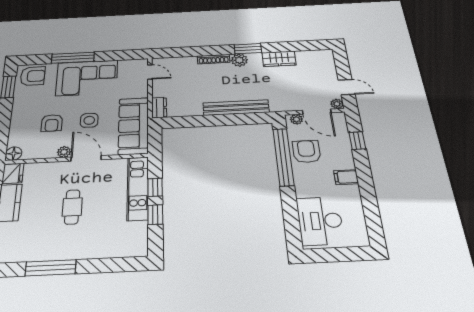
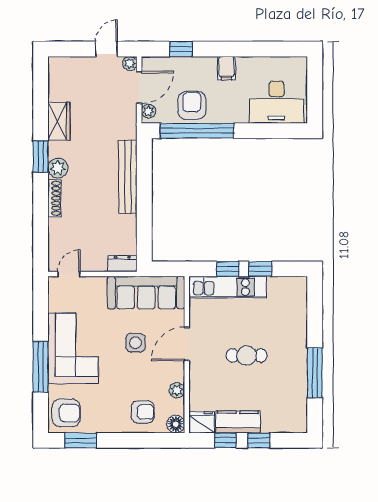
armchair: (33, 76) -> (66, 413), turned 90
armchair: (52, 123) -> (143, 412), moved
armchair: (306, 151) -> (192, 105), turned 90
plant: (64, 152) -> (177, 390), moved

